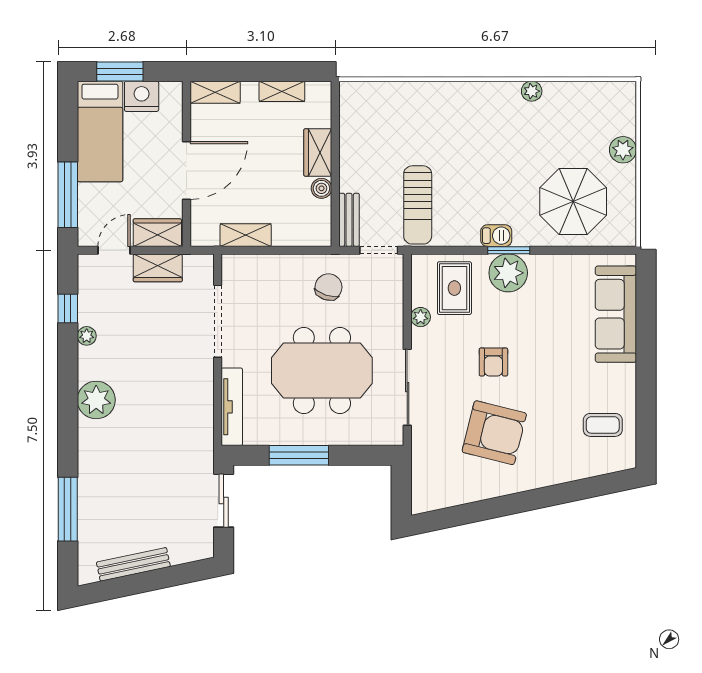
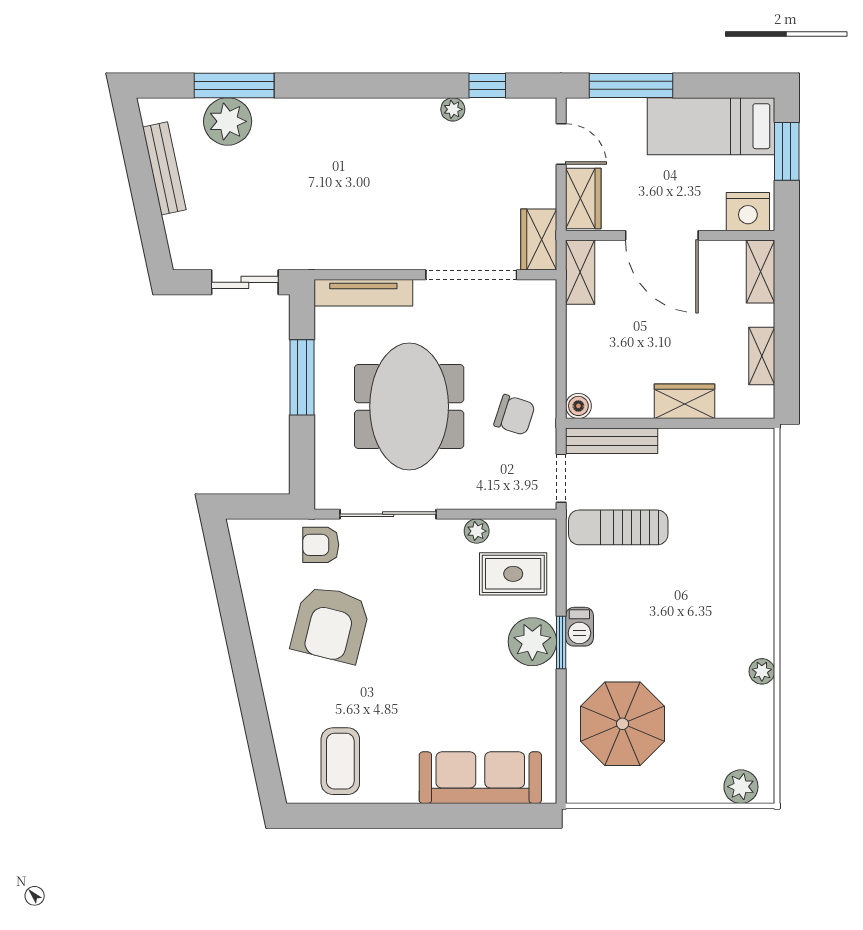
nightstand: (142, 96) -> (748, 212), moved, turned 90
plant: (623, 150) -> (741, 787), moved
boiler: (321, 188) -> (578, 406), moved
bench: (349, 220) -> (612, 441), width x1.36
shelving: (246, 235) -> (580, 272), moved
wardrobe: (158, 268) -> (539, 240), moved
armchair: (493, 362) -> (321, 545), moved
plant: (96, 400) -> (228, 121), moved
coffee table: (603, 425) -> (340, 761), width x1.36, depth x1.30

